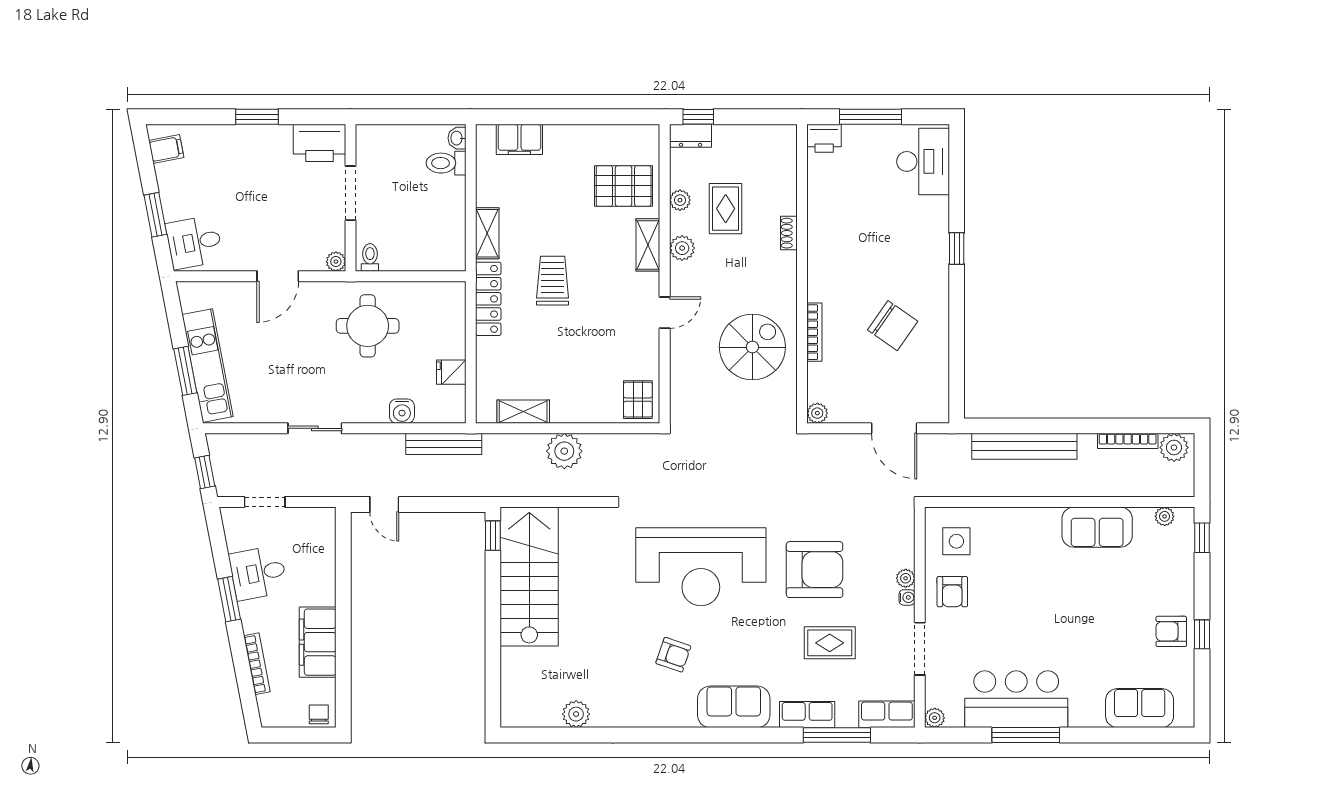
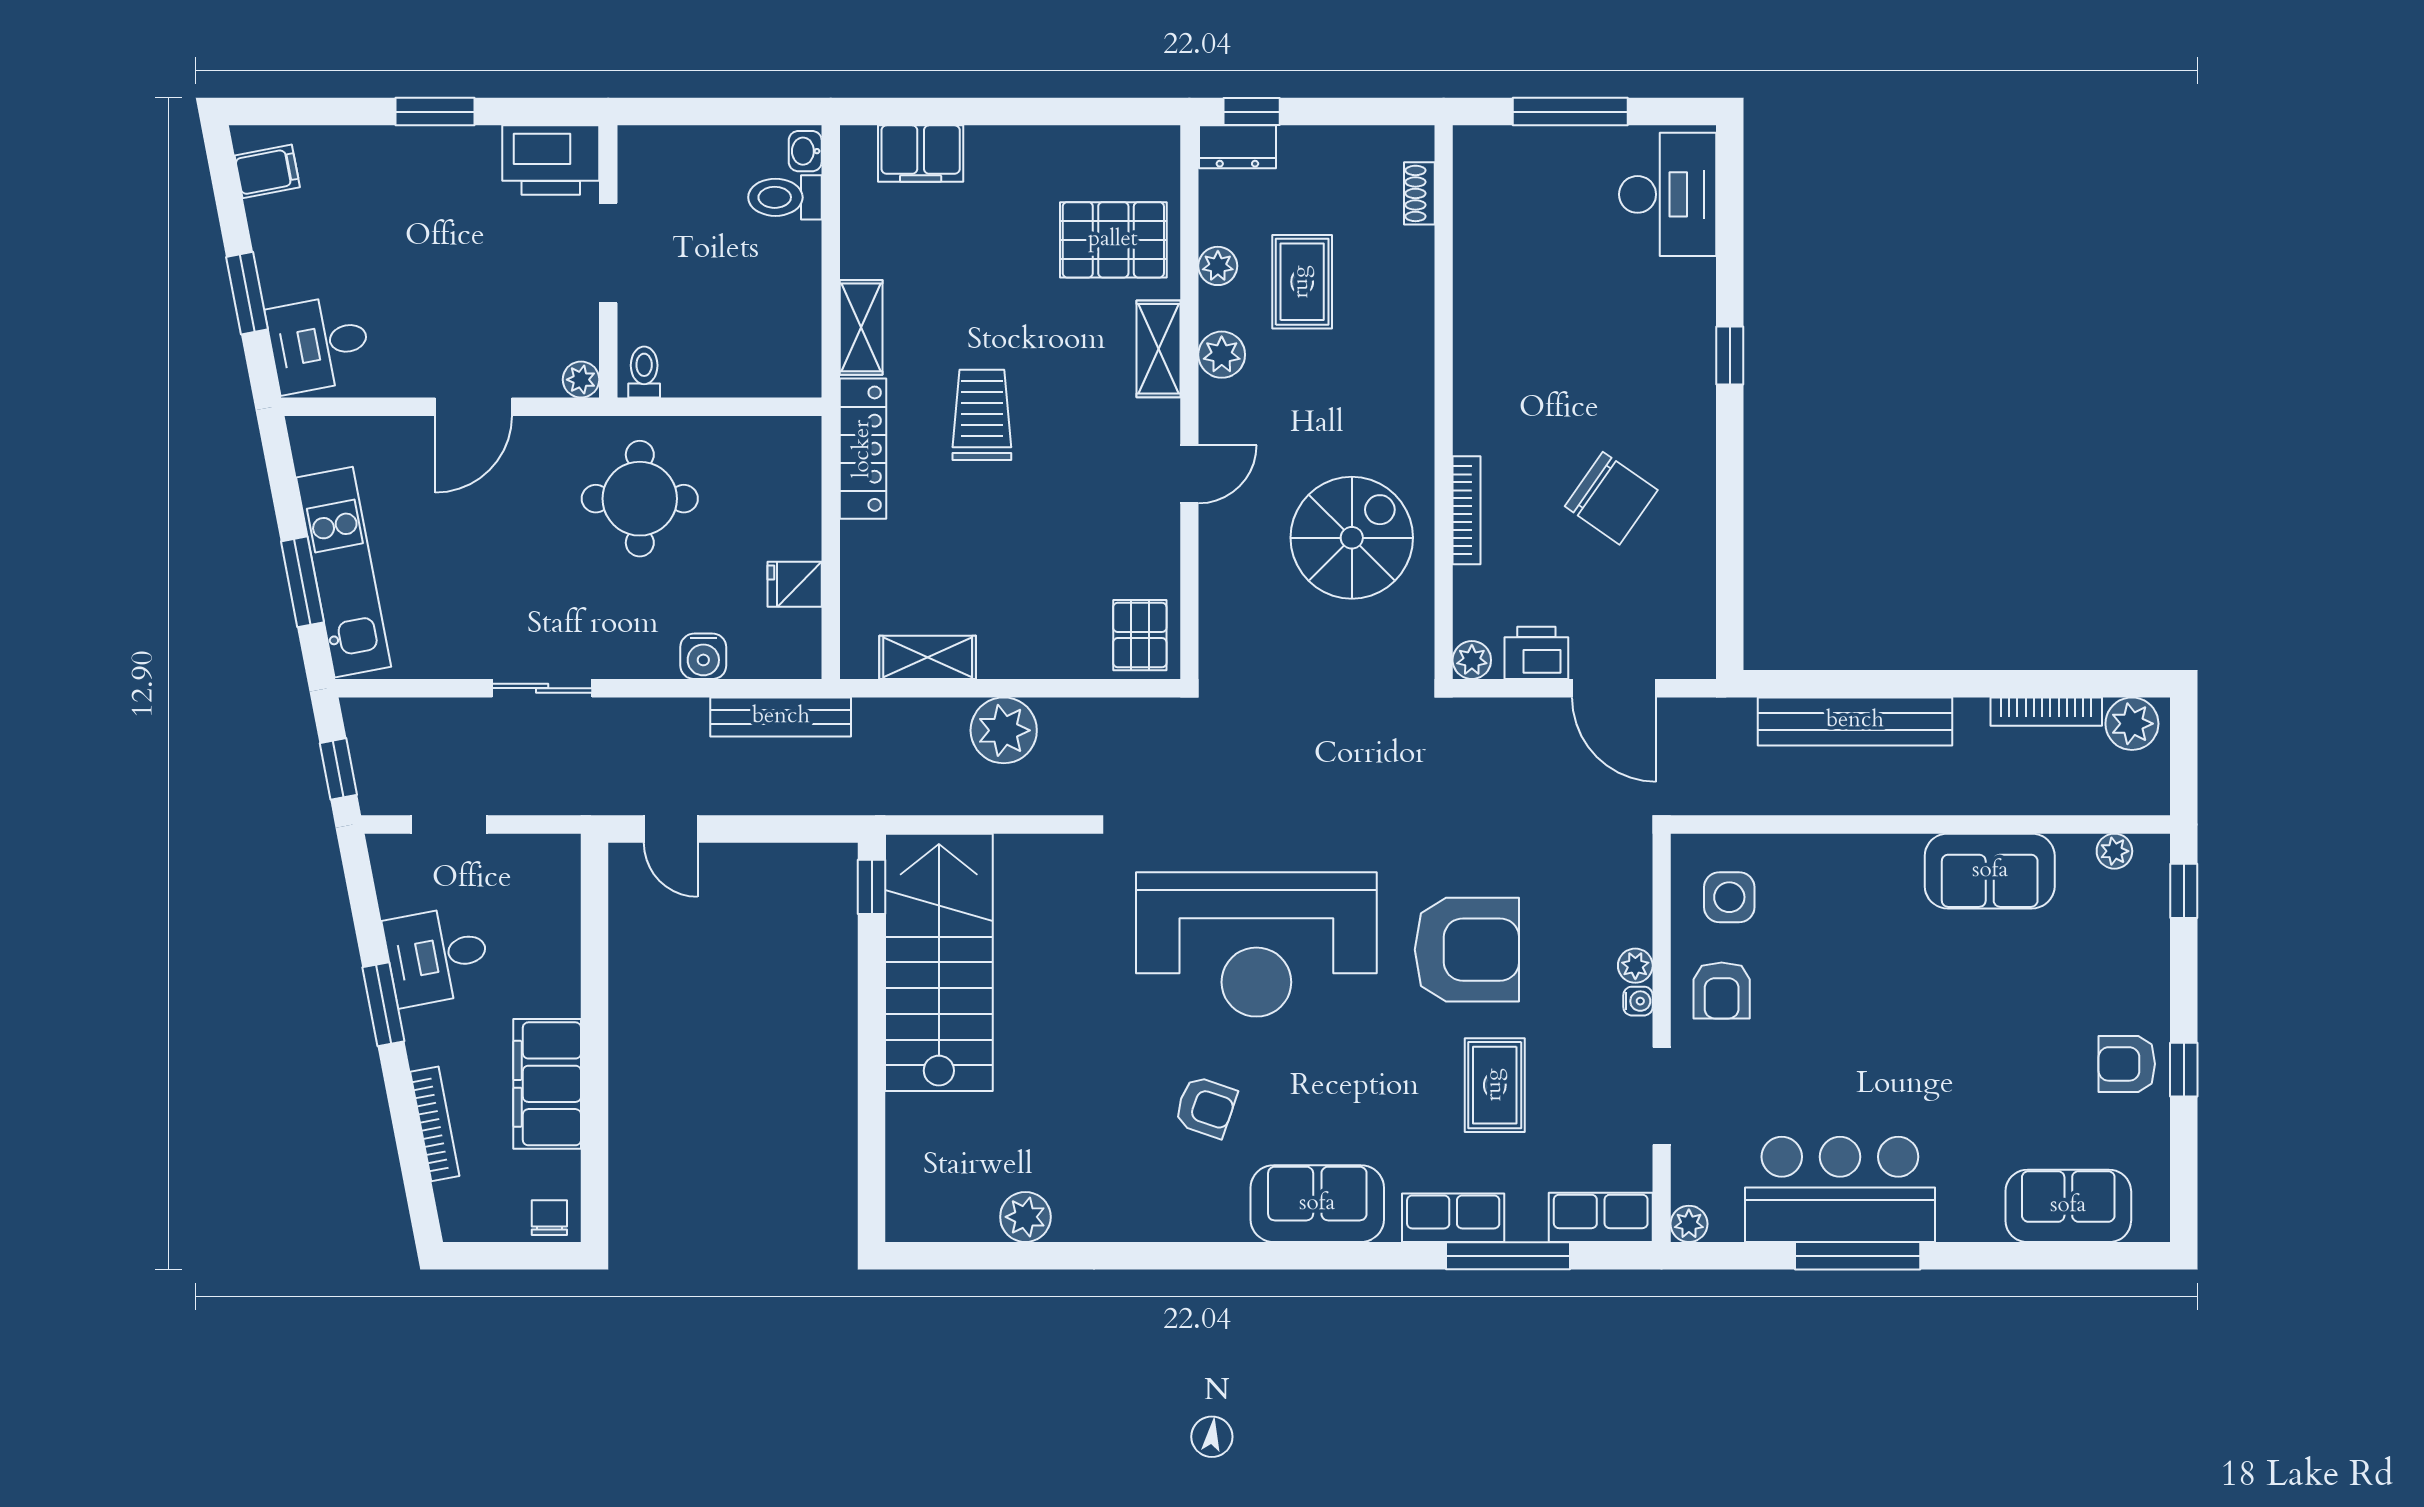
printer: (824, 138) -> (1536, 653), moved, turned 180
shoe rack: (789, 233) -> (1419, 193), moved
rug: (830, 643) -> (1495, 1085), turned 90

